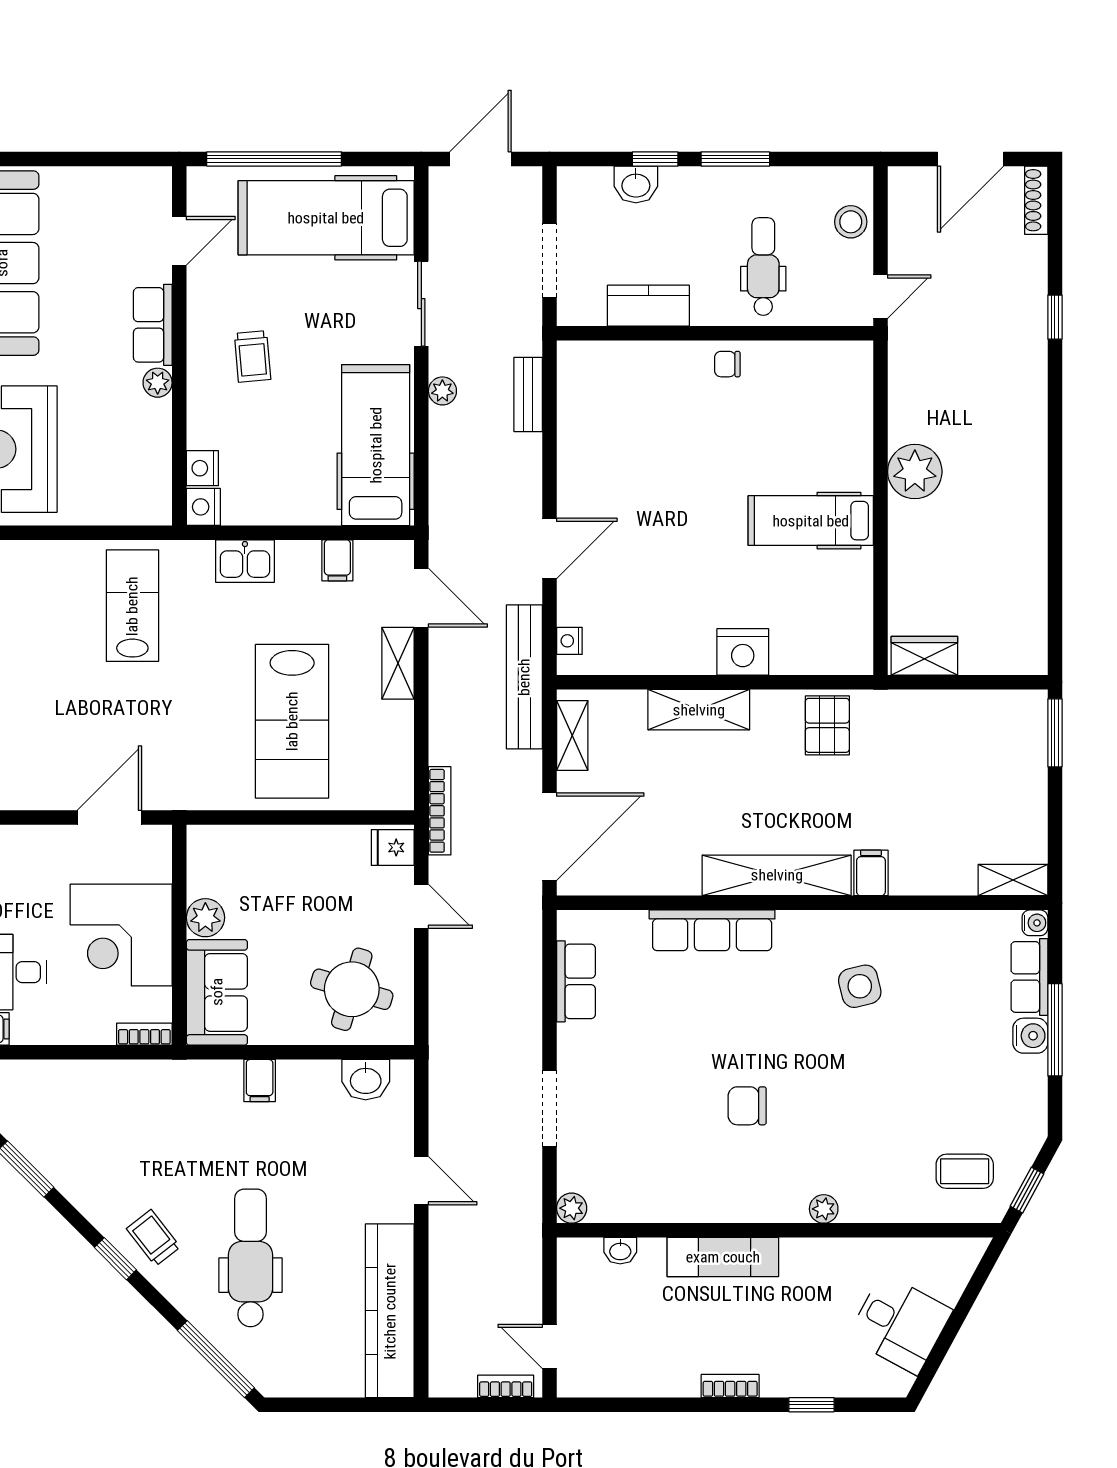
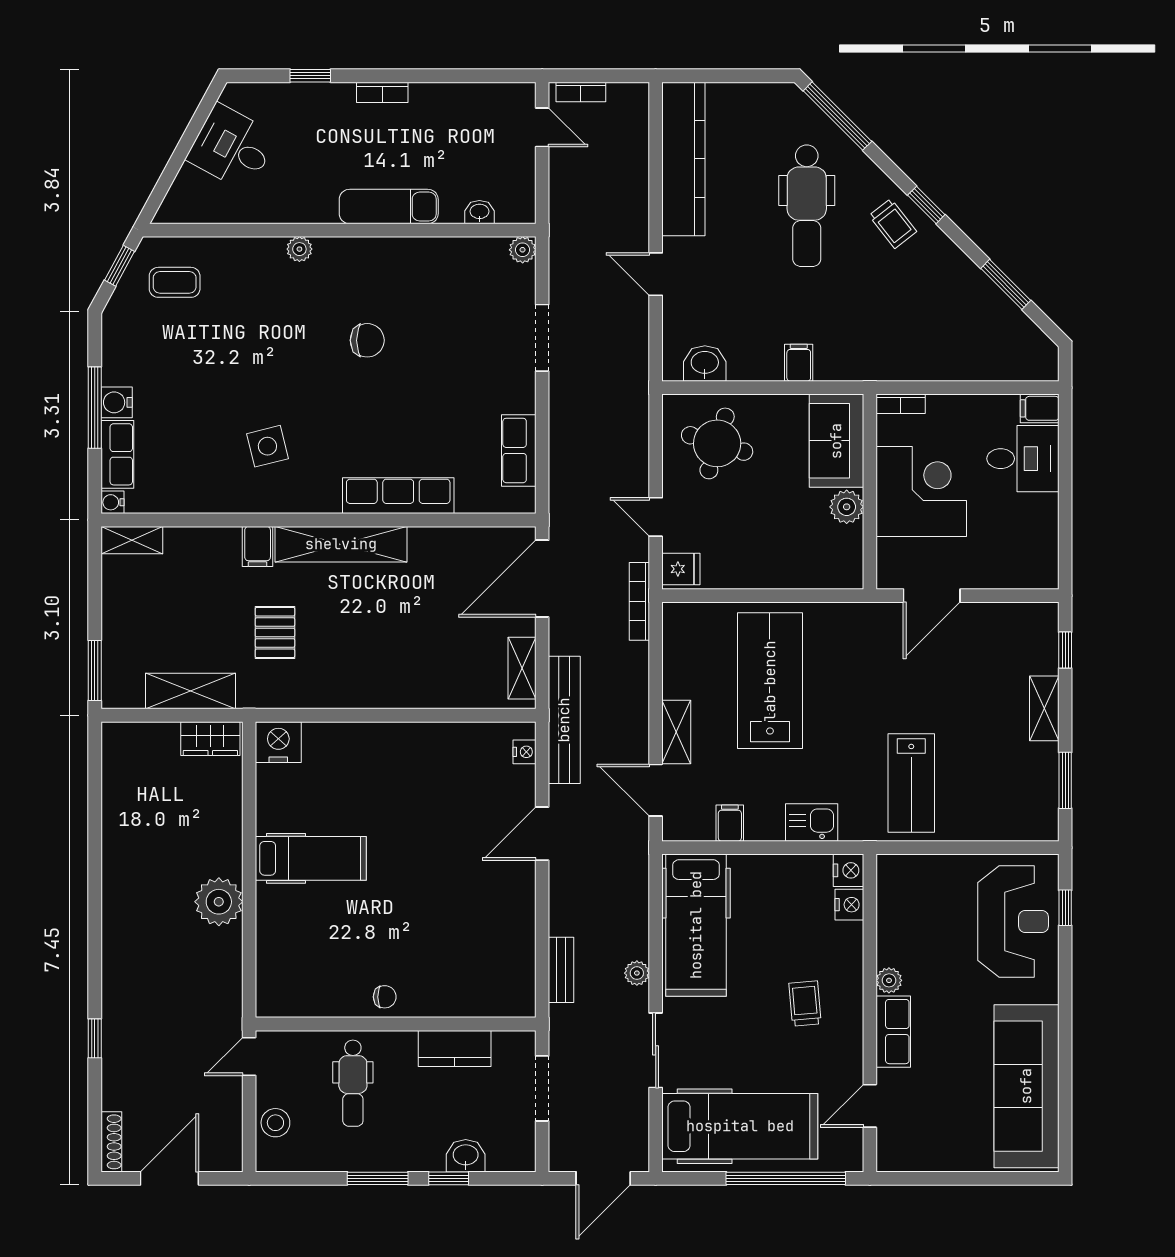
nightstand: (743, 652) -> (278, 742), moved
shelving: (699, 710) -> (191, 691), moved
pallet: (827, 725) -> (275, 633), moved

